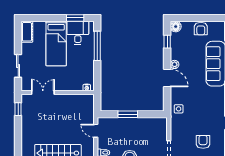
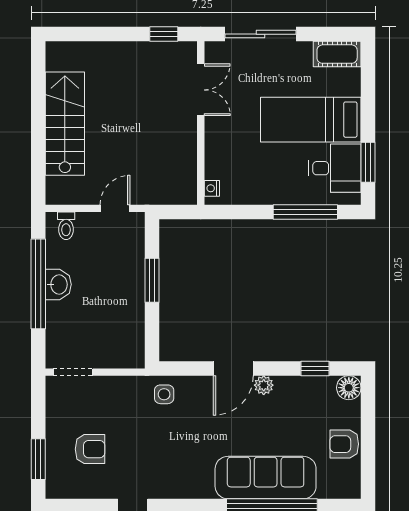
sliding door: (18, 66) -> (260, 34), width x1.37

